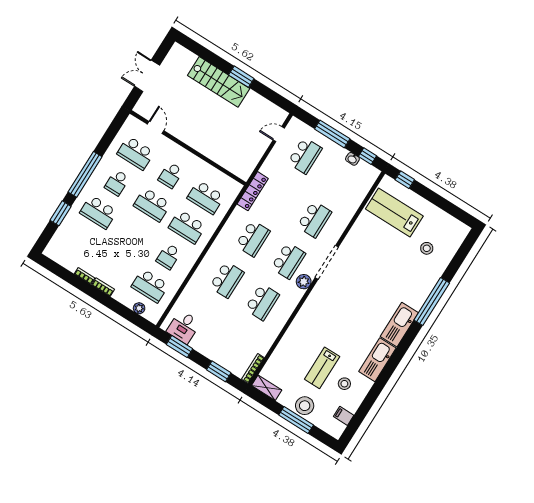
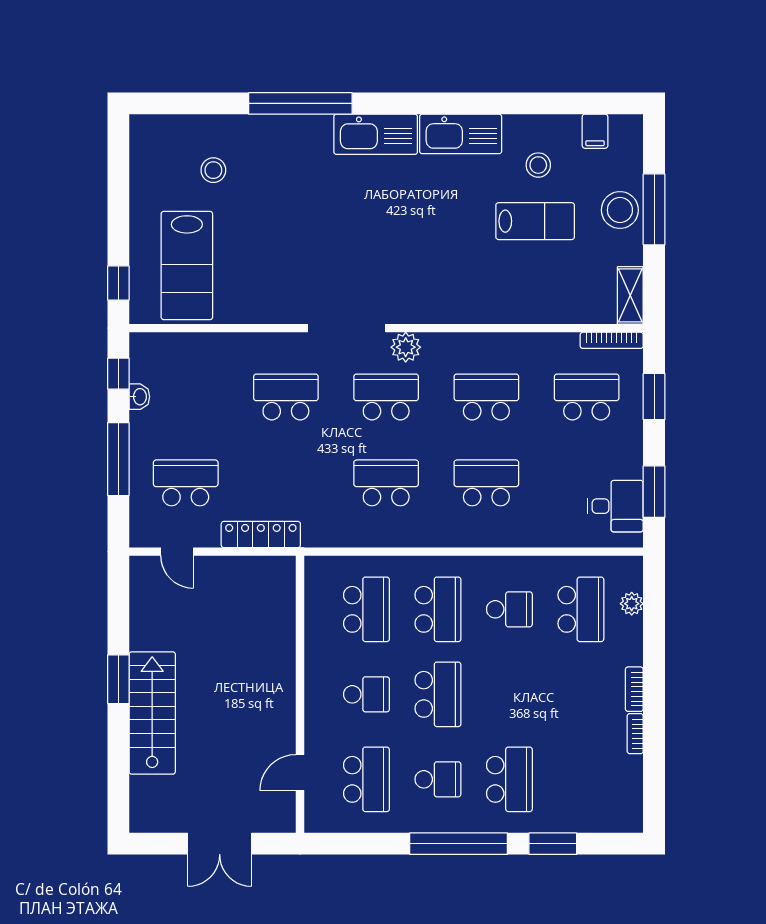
locker: (253, 191) -> (261, 534), moved
school desk: (236, 343) -> (587, 397), added

